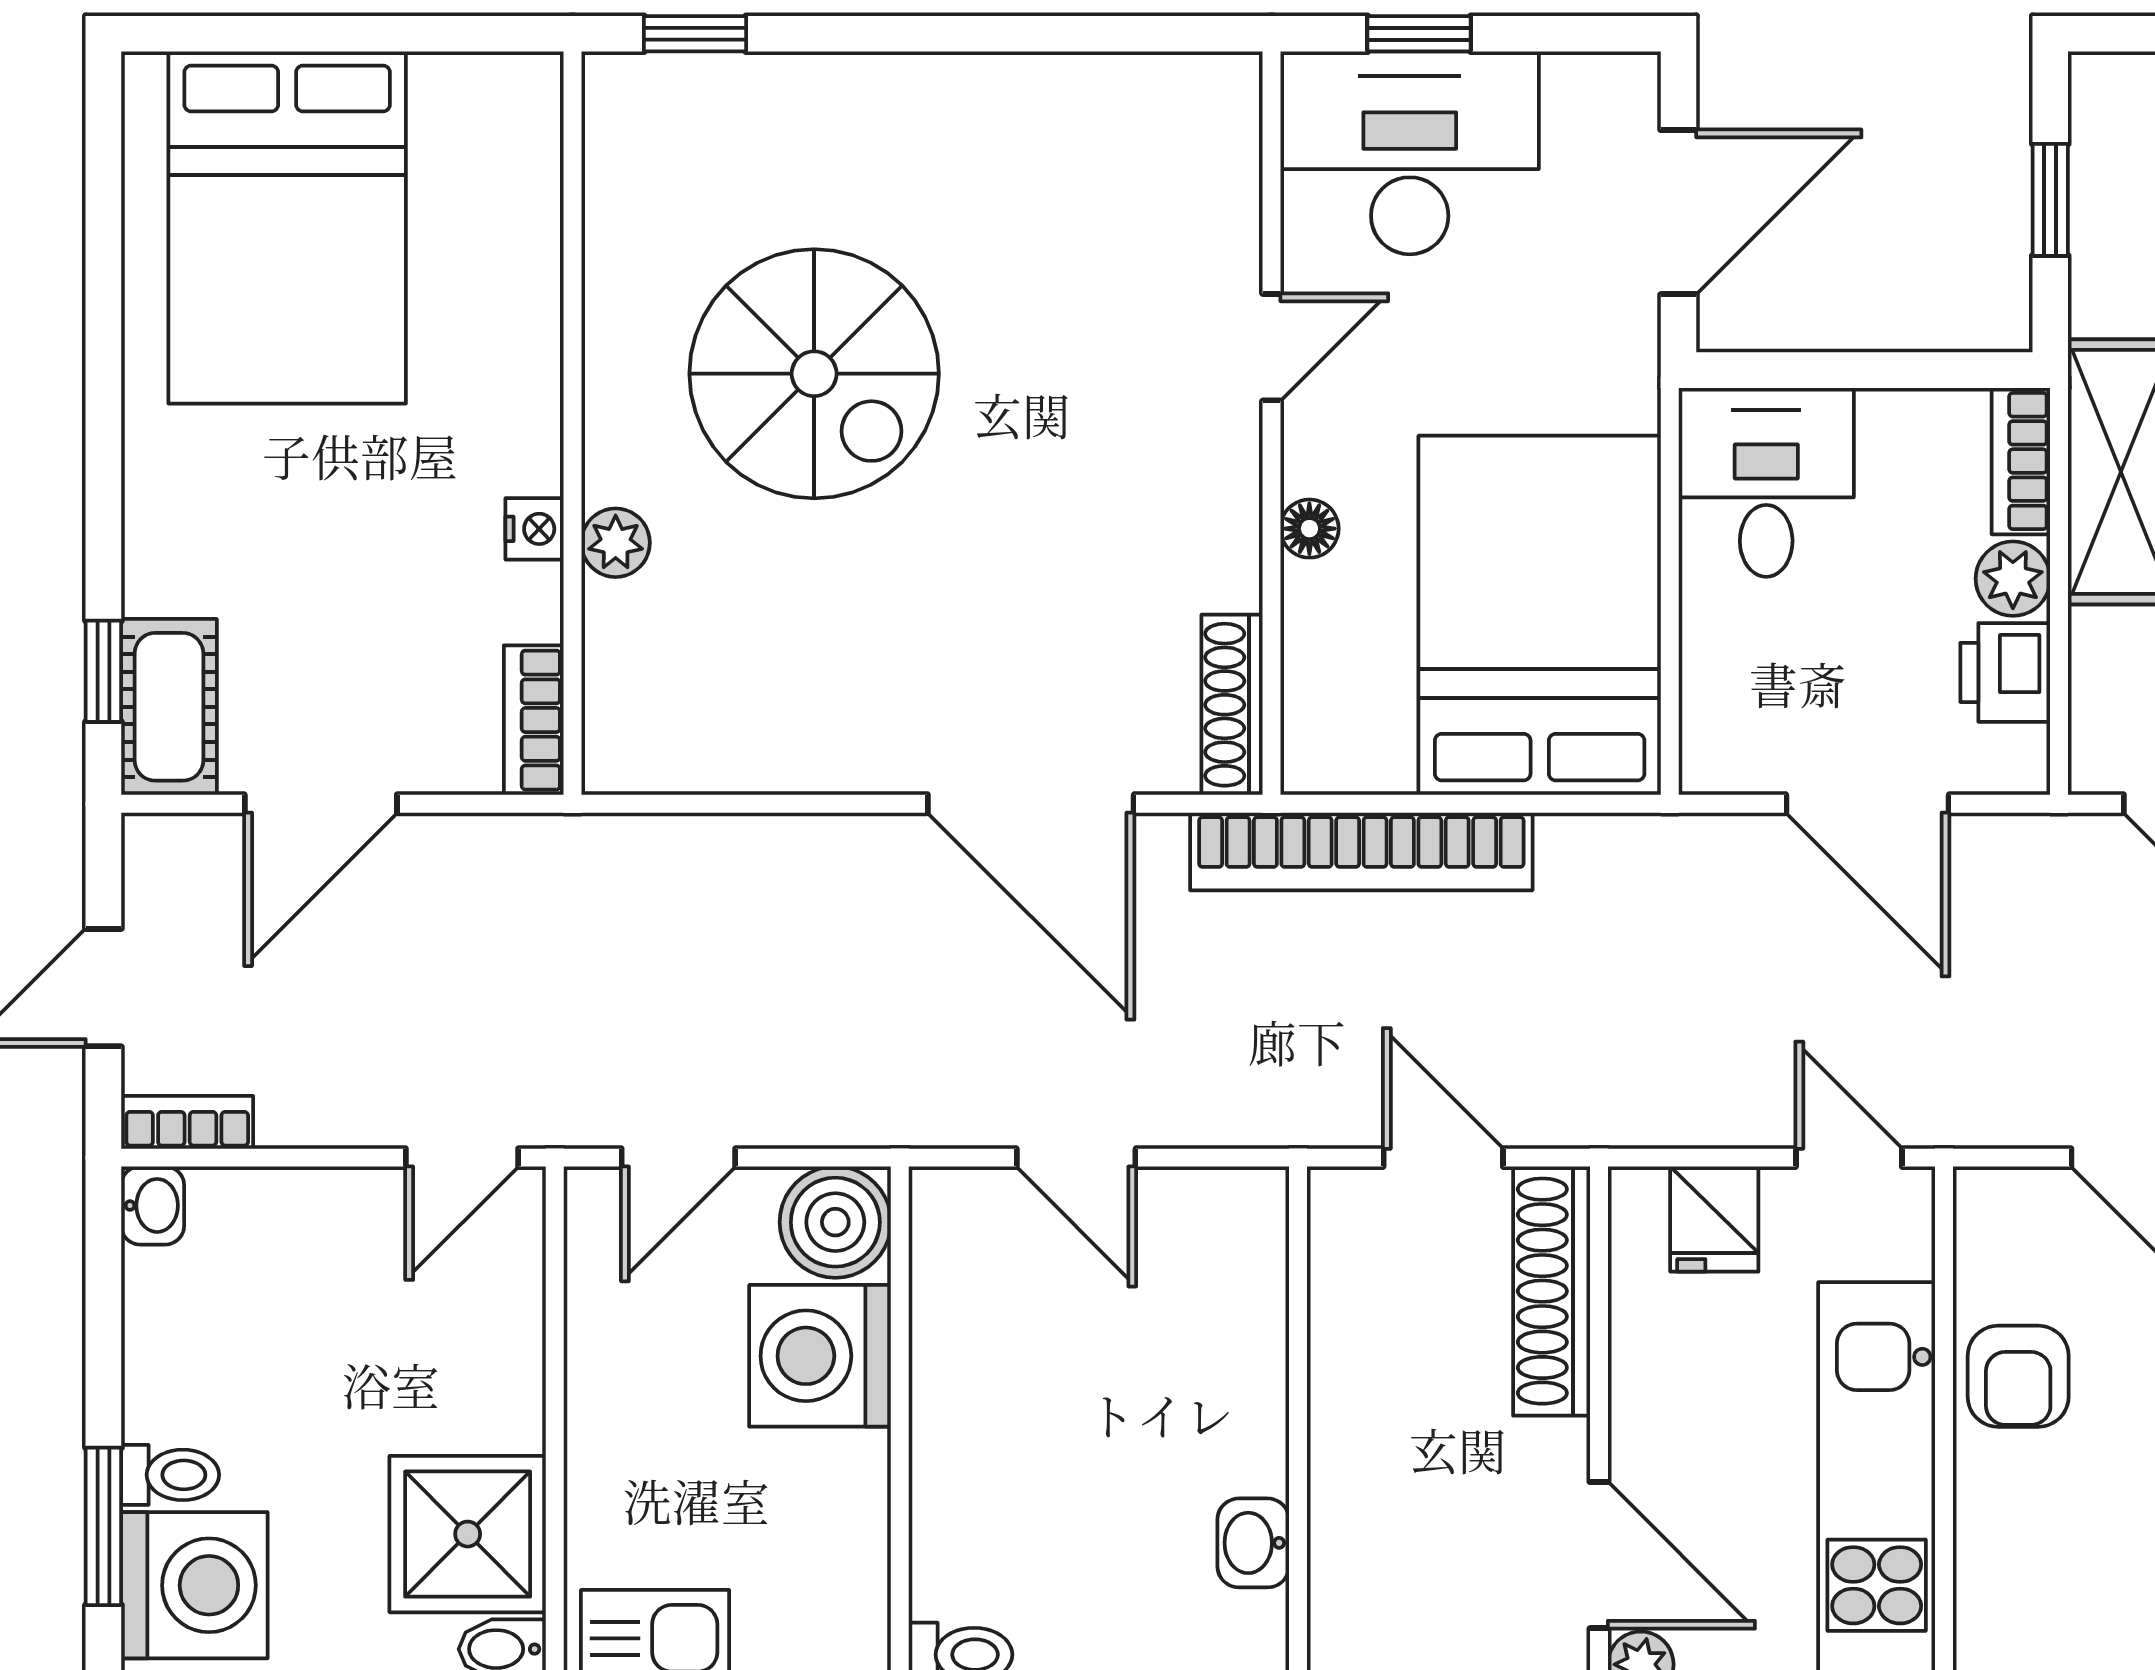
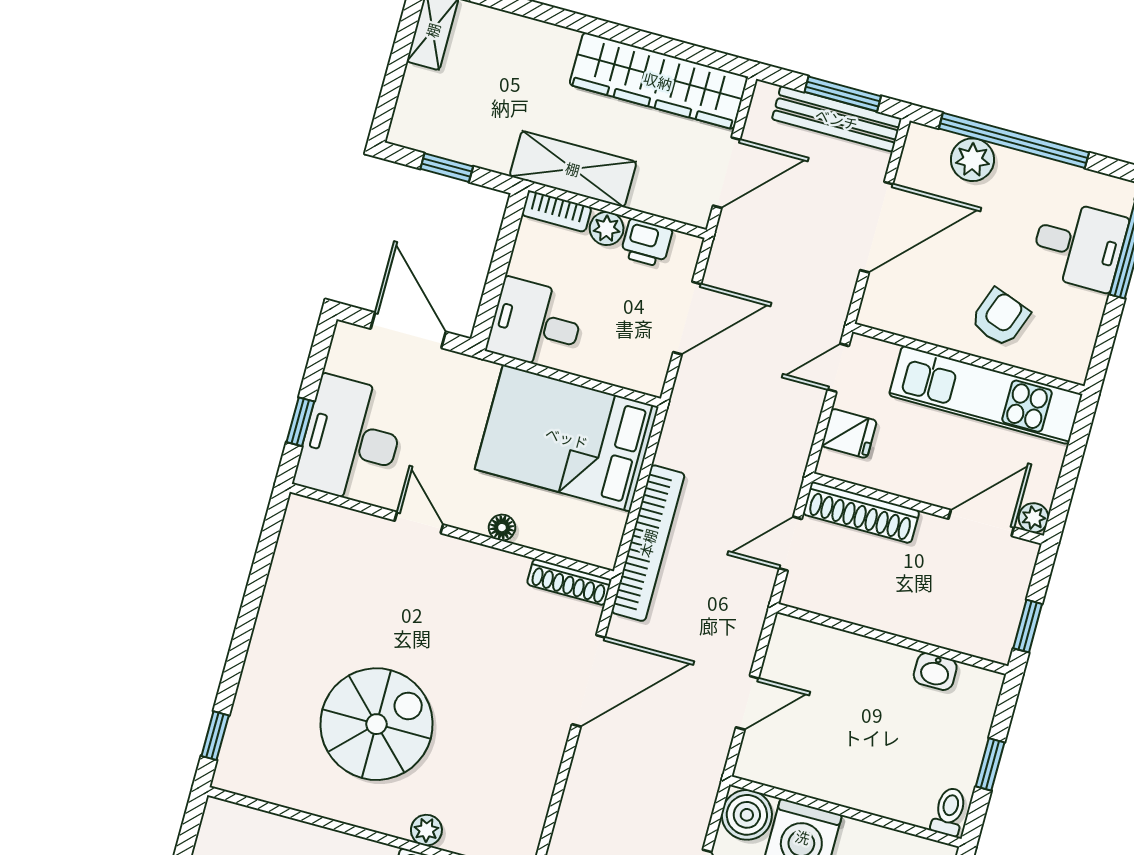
armchair: (2018, 1376) -> (1000, 318), moved, turned -70

